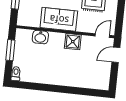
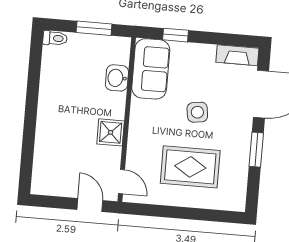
sofa: (59, 19) -> (151, 69), moved

